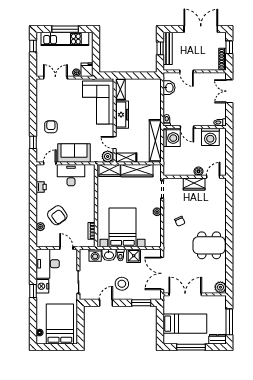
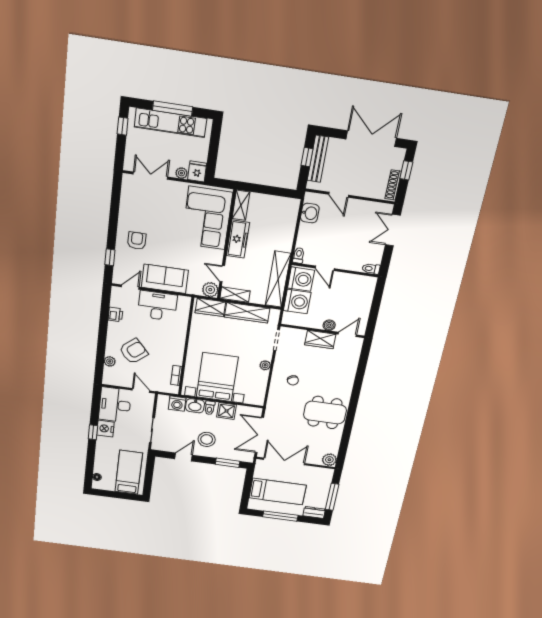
washing machine: (210, 137) -> (297, 302), moved, turned -90
armchair: (57, 215) -> (133, 351), turned -95
bed: (60, 324) -> (129, 472), width x0.67

